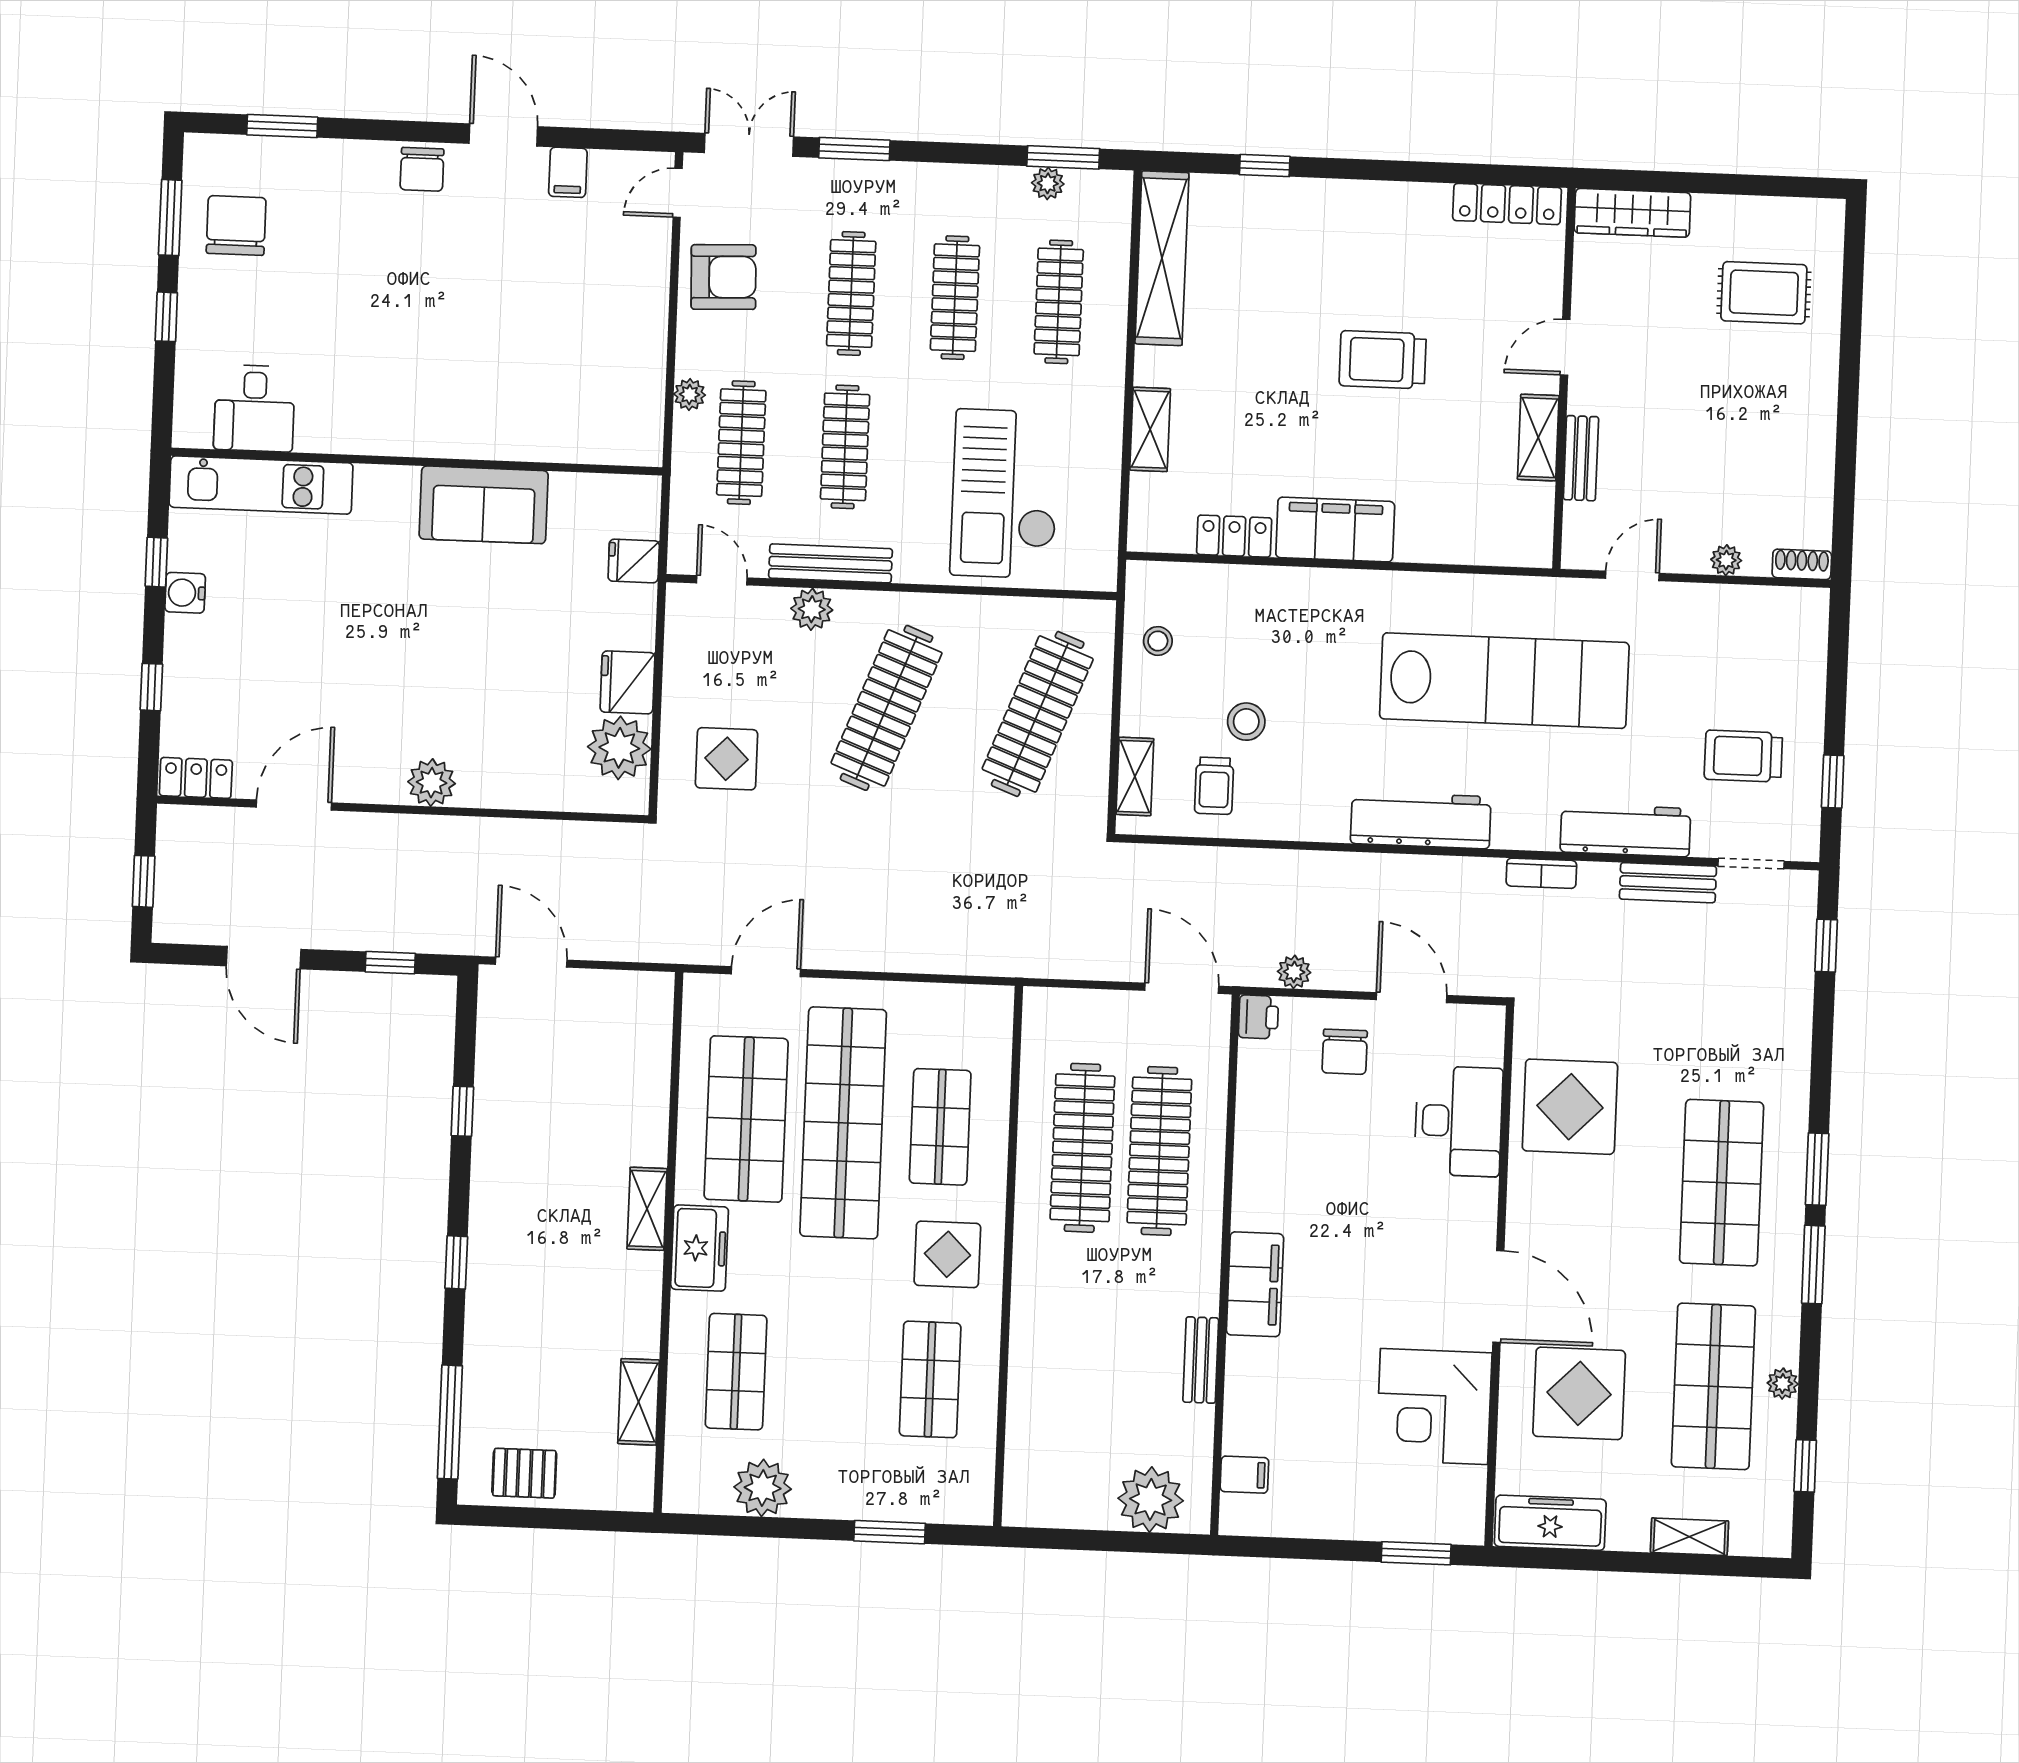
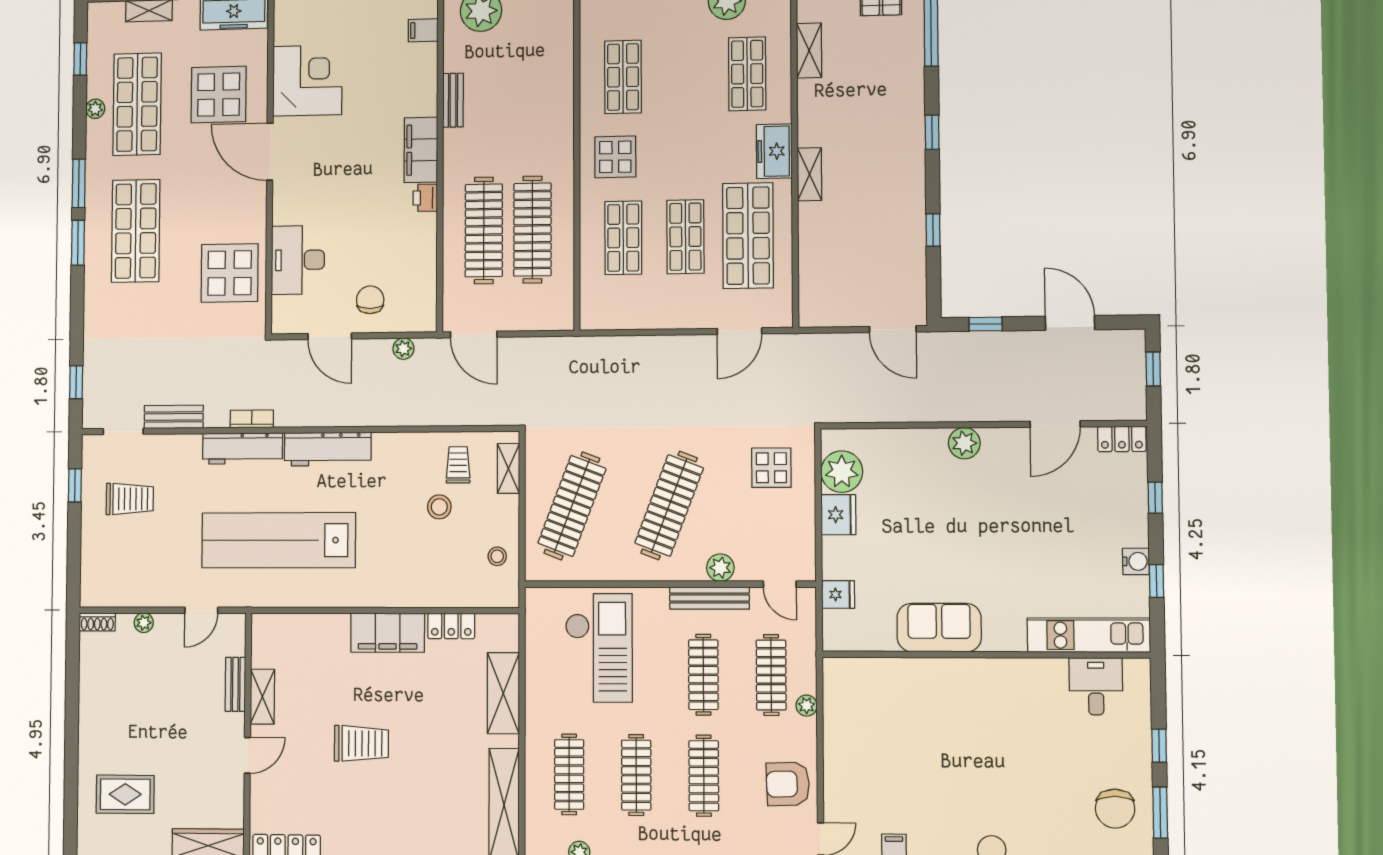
shelving: (1150, 429) -> (503, 693), width x1.50, depth x1.33
workbench: (1625, 830) -> (242, 448), moved
printer: (1258, 1017) -> (425, 198), moved
shop shelf: (843, 1123) -> (685, 237), width x0.50, depth x0.74

